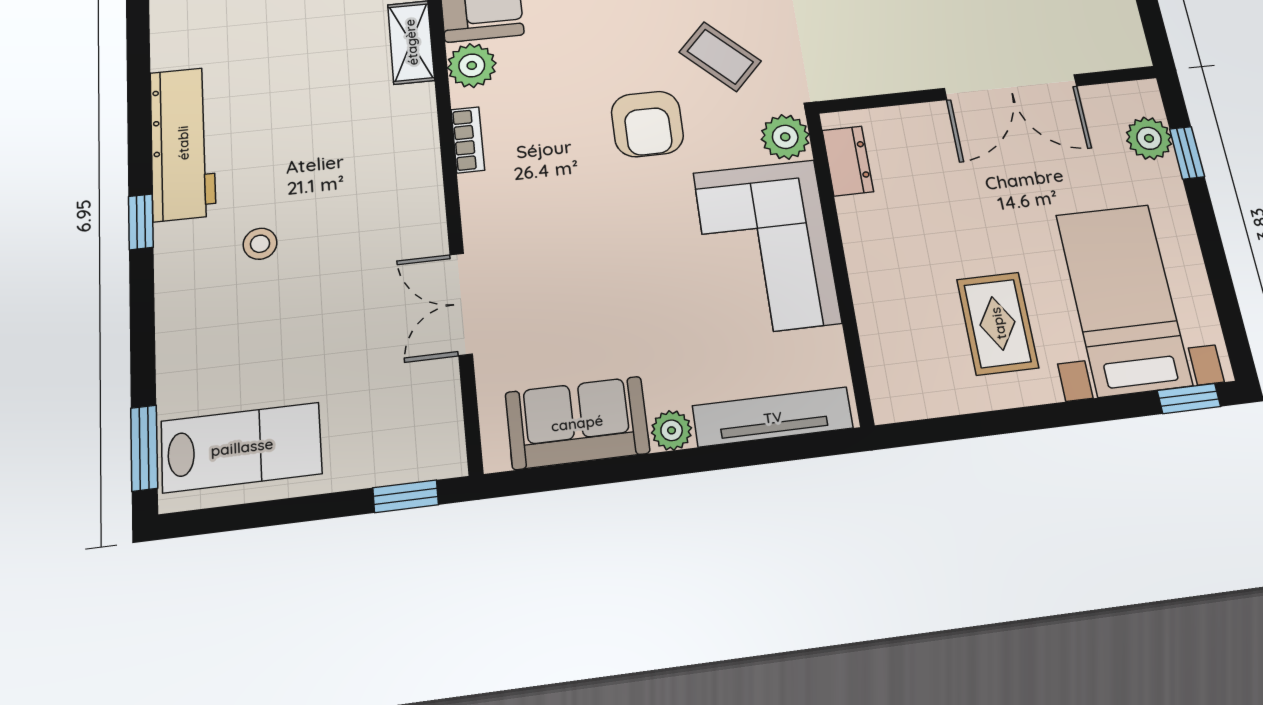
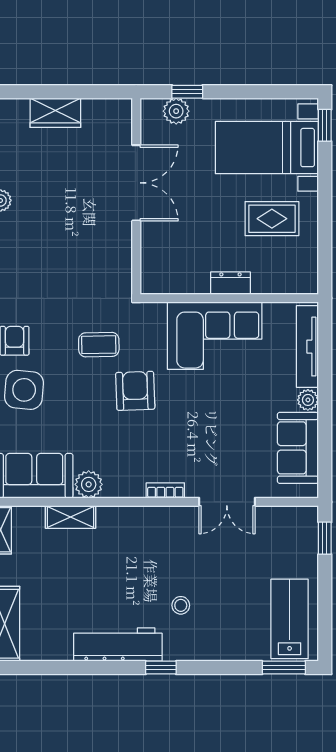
coffee table: (720, 57) -> (99, 345), turned 45
armchair: (647, 124) -> (135, 391), turned -92
plant: (785, 137) -> (152, 315), removed
bookcase: (468, 140) -> (165, 490), moved
dresser: (848, 161) -> (230, 283), moved

